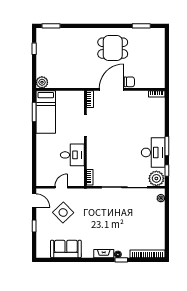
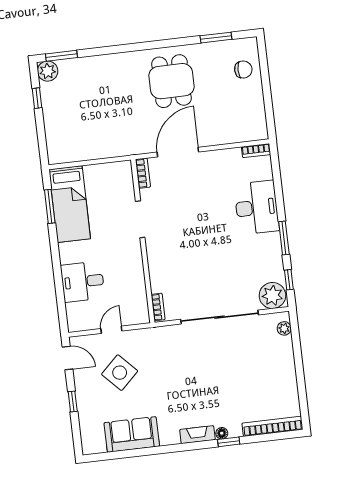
dining table: (113, 48) -> (172, 81), turned 90
plant: (42, 82) -> (48, 71), moved
chair: (129, 82) -> (243, 70), moved
desk: (153, 152) -> (257, 208), moved
desk: (72, 155) -> (83, 282), moved, turned 180

